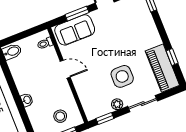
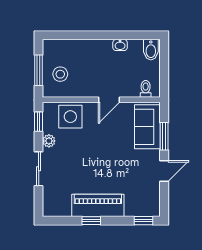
window: (172, 57) -> (91, 221), moved
piano: (162, 68) -> (98, 205), moved
side table: (122, 76) -> (70, 117), moved
washbasin: (27, 100) -> (120, 45), moved

